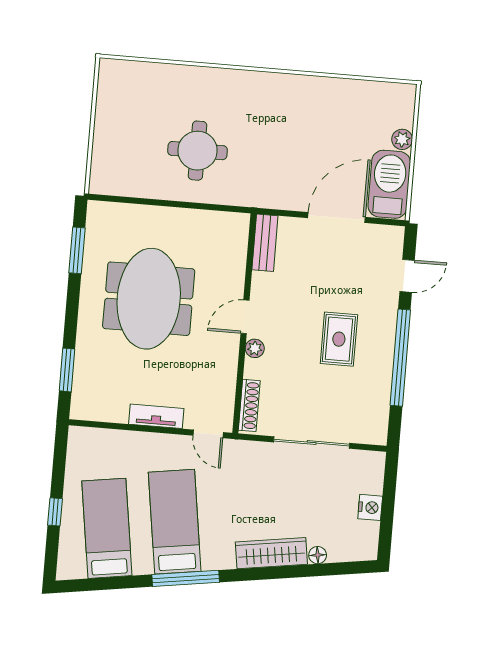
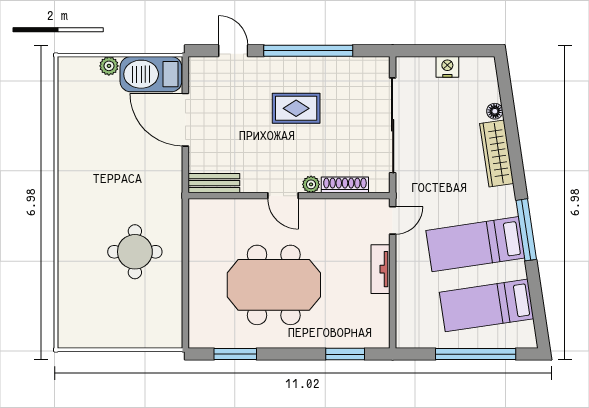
shoe rack: (249, 405) -> (345, 185), moved
sliding door: (312, 443) -> (393, 125), width x1.36
window: (55, 512) -> (476, 354), width x3.17

